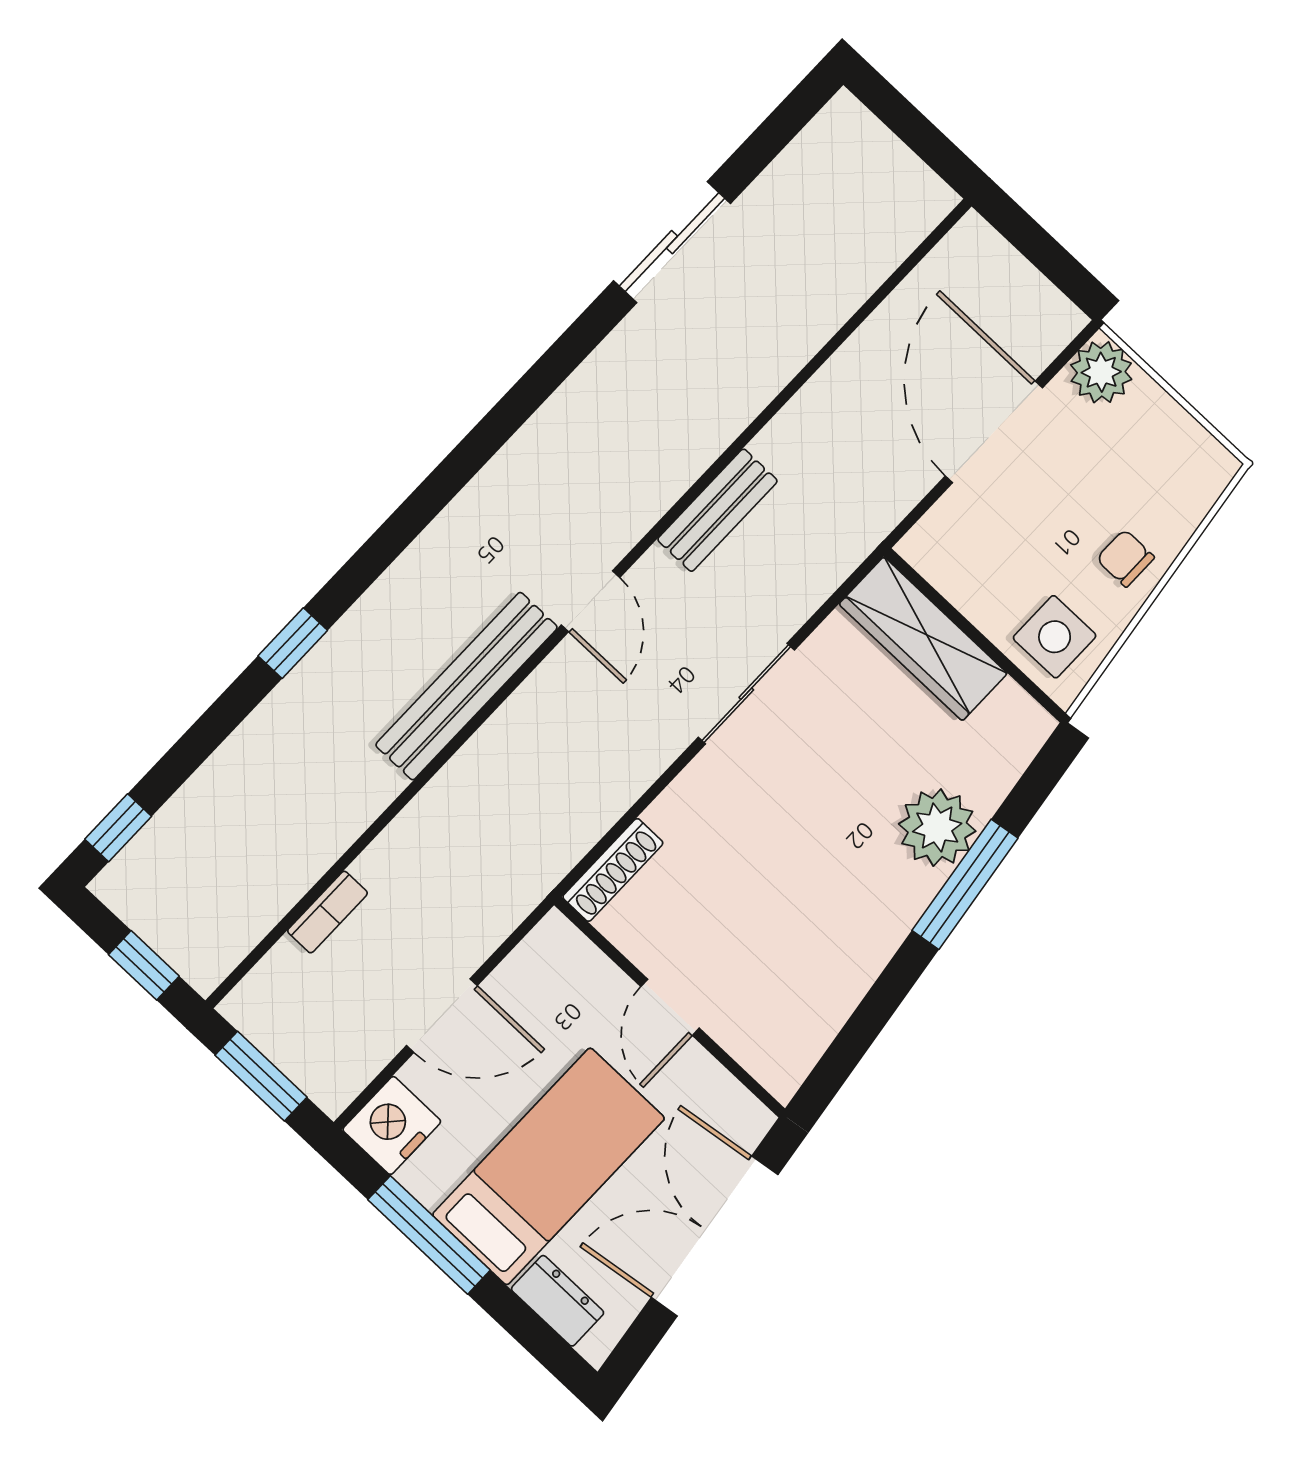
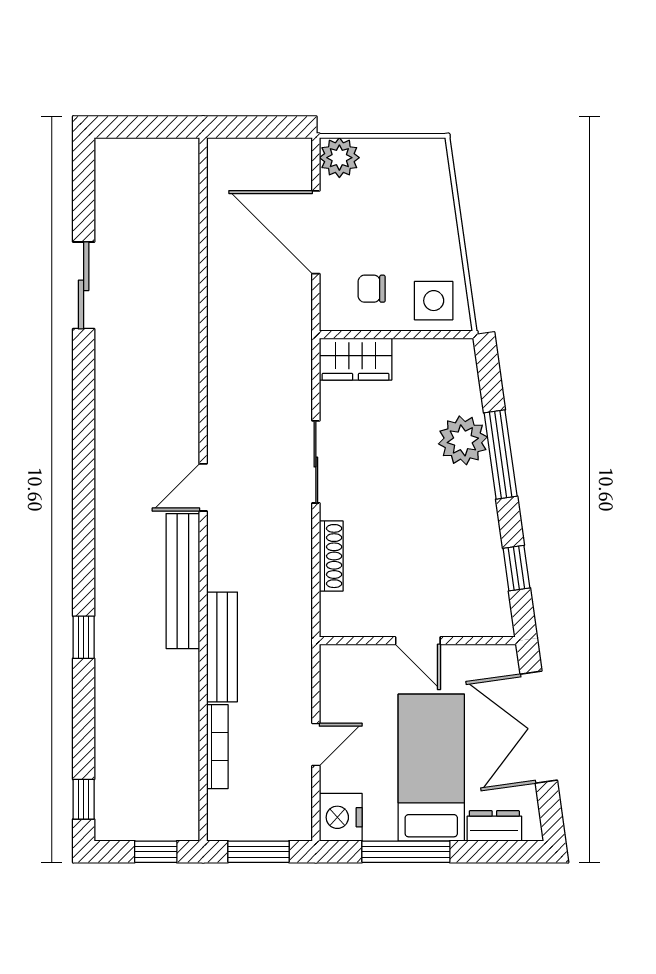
bench: (717, 510) -> (222, 647), moved, width x1.36
chair: (1125, 558) -> (372, 289), moved
door: (591, 601) -> (203, 487), swing flipped
wardrobe: (923, 639) -> (356, 359), width x0.67
shoe rack: (613, 870) -> (331, 556), moved
bookcase: (327, 912) -> (217, 747), width x1.56
door: (442, 1016) -> (316, 744), width x0.73
window: (861, 1031) -> (516, 568), added

